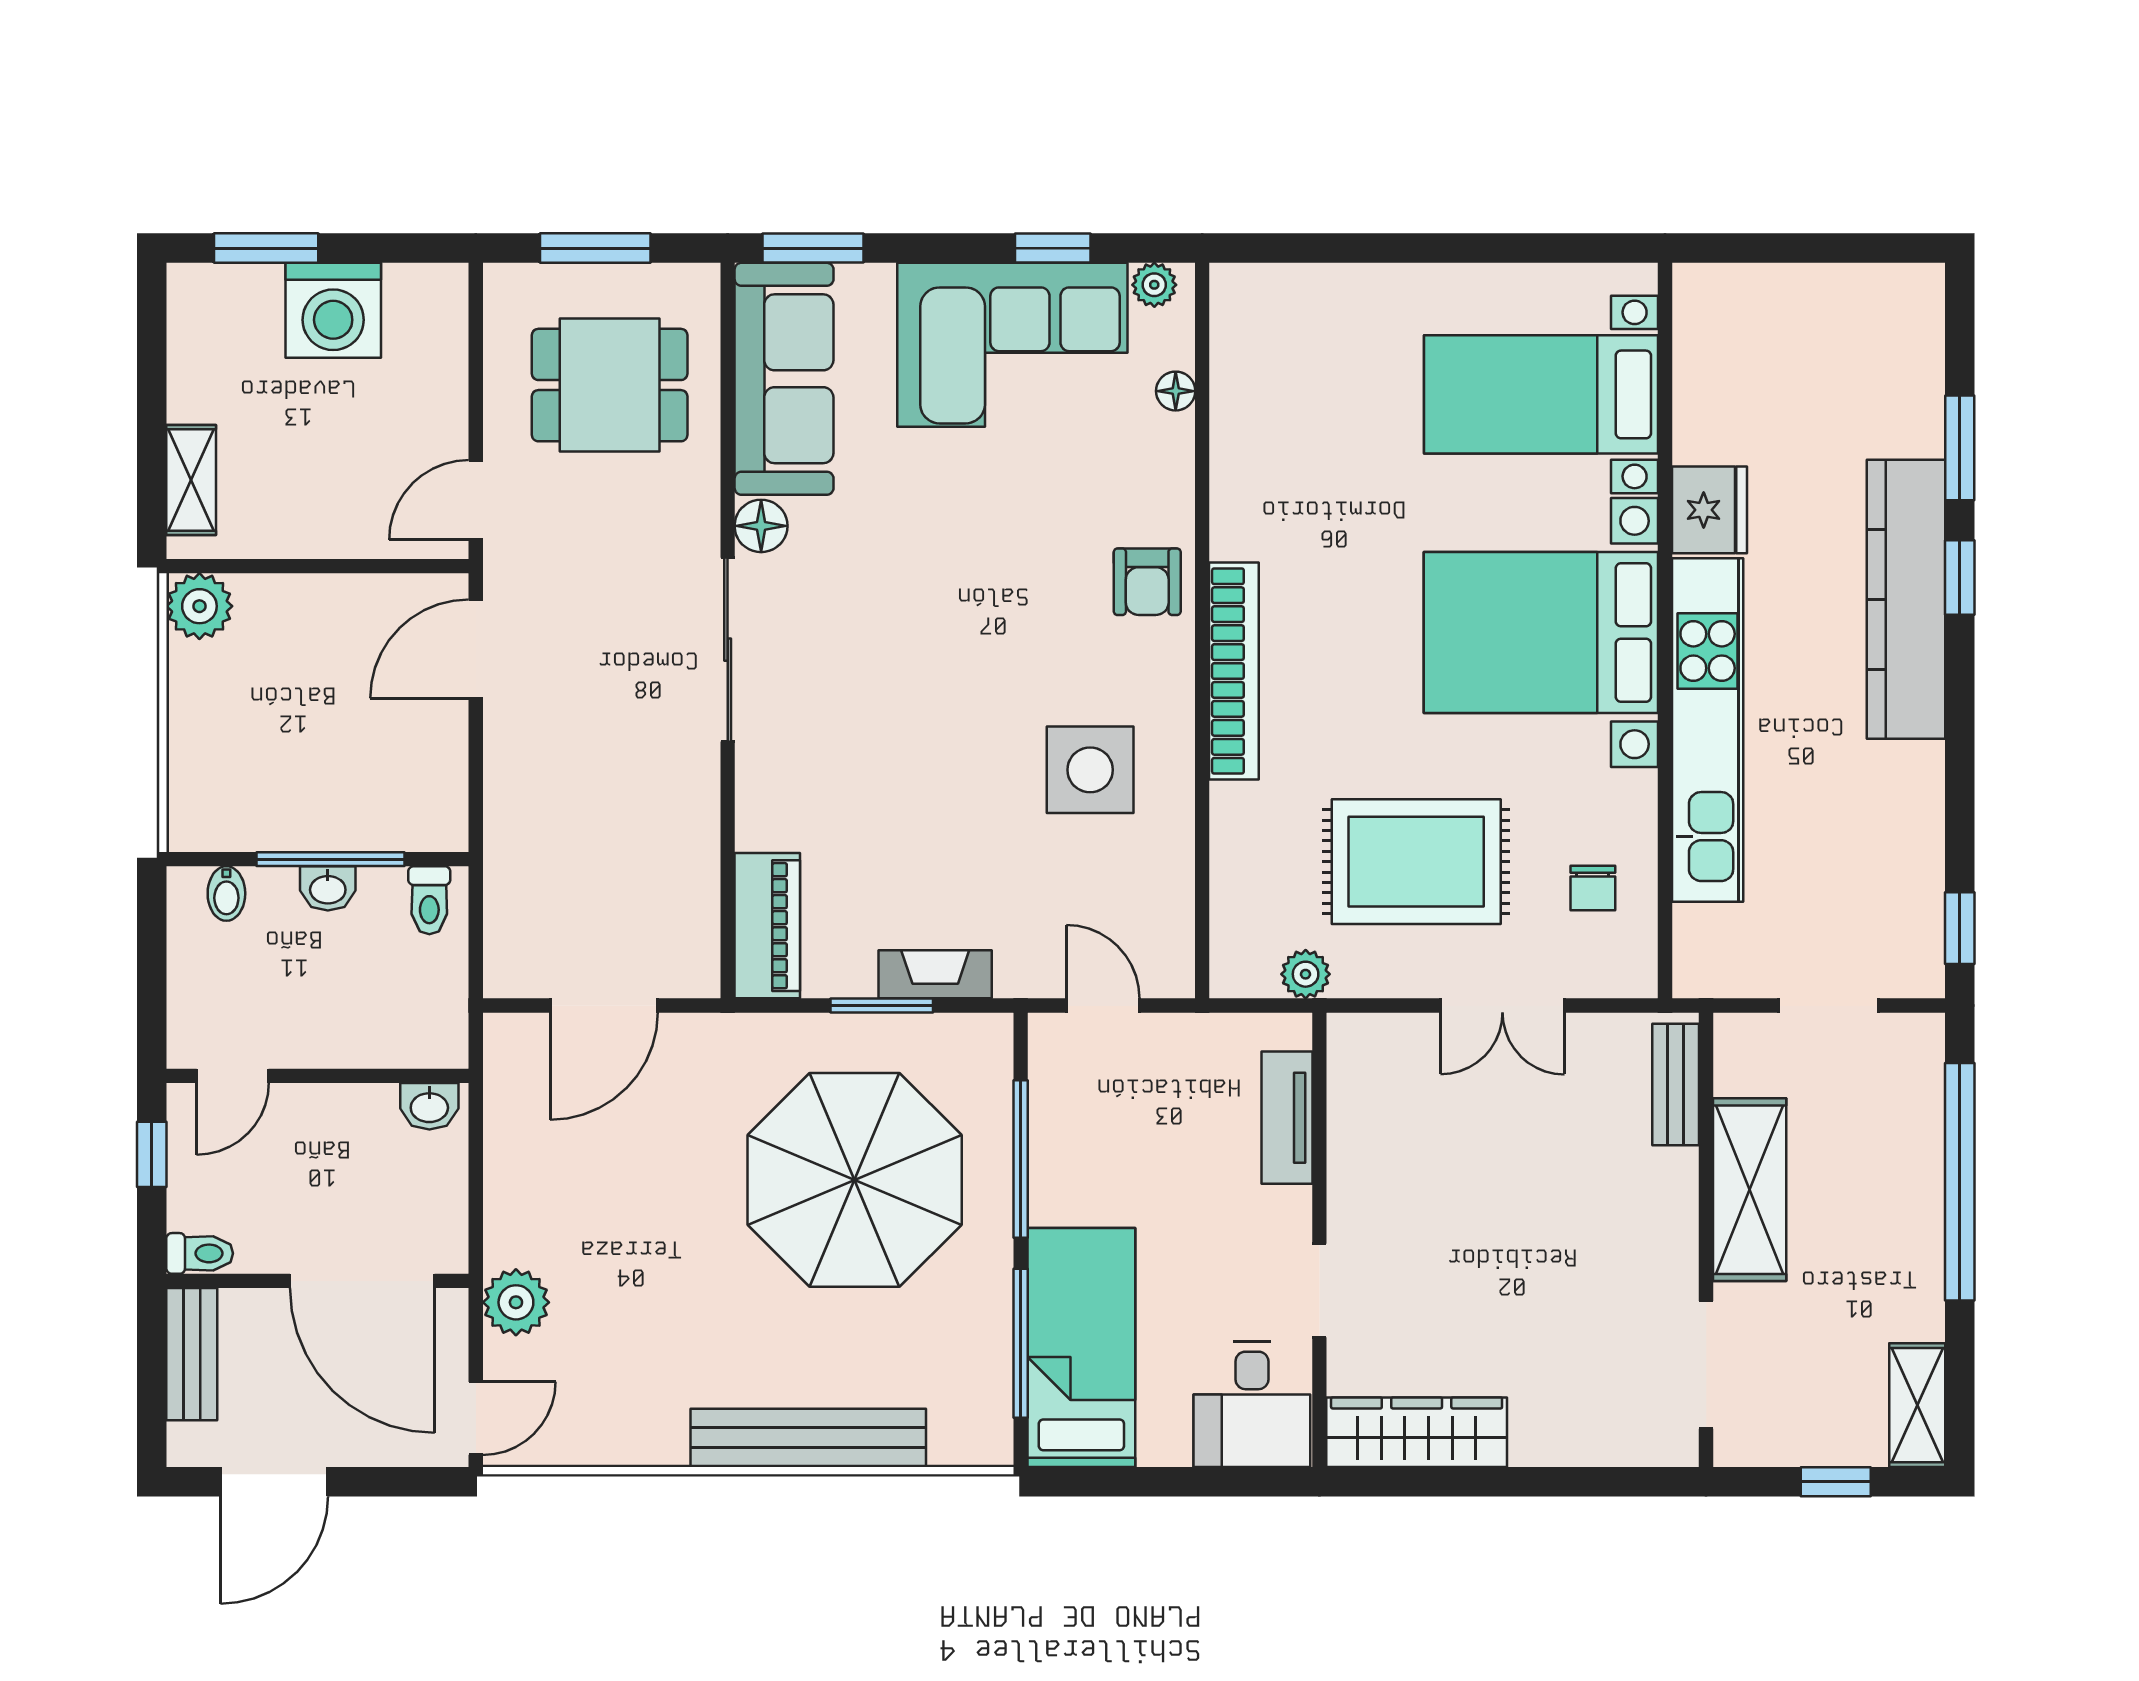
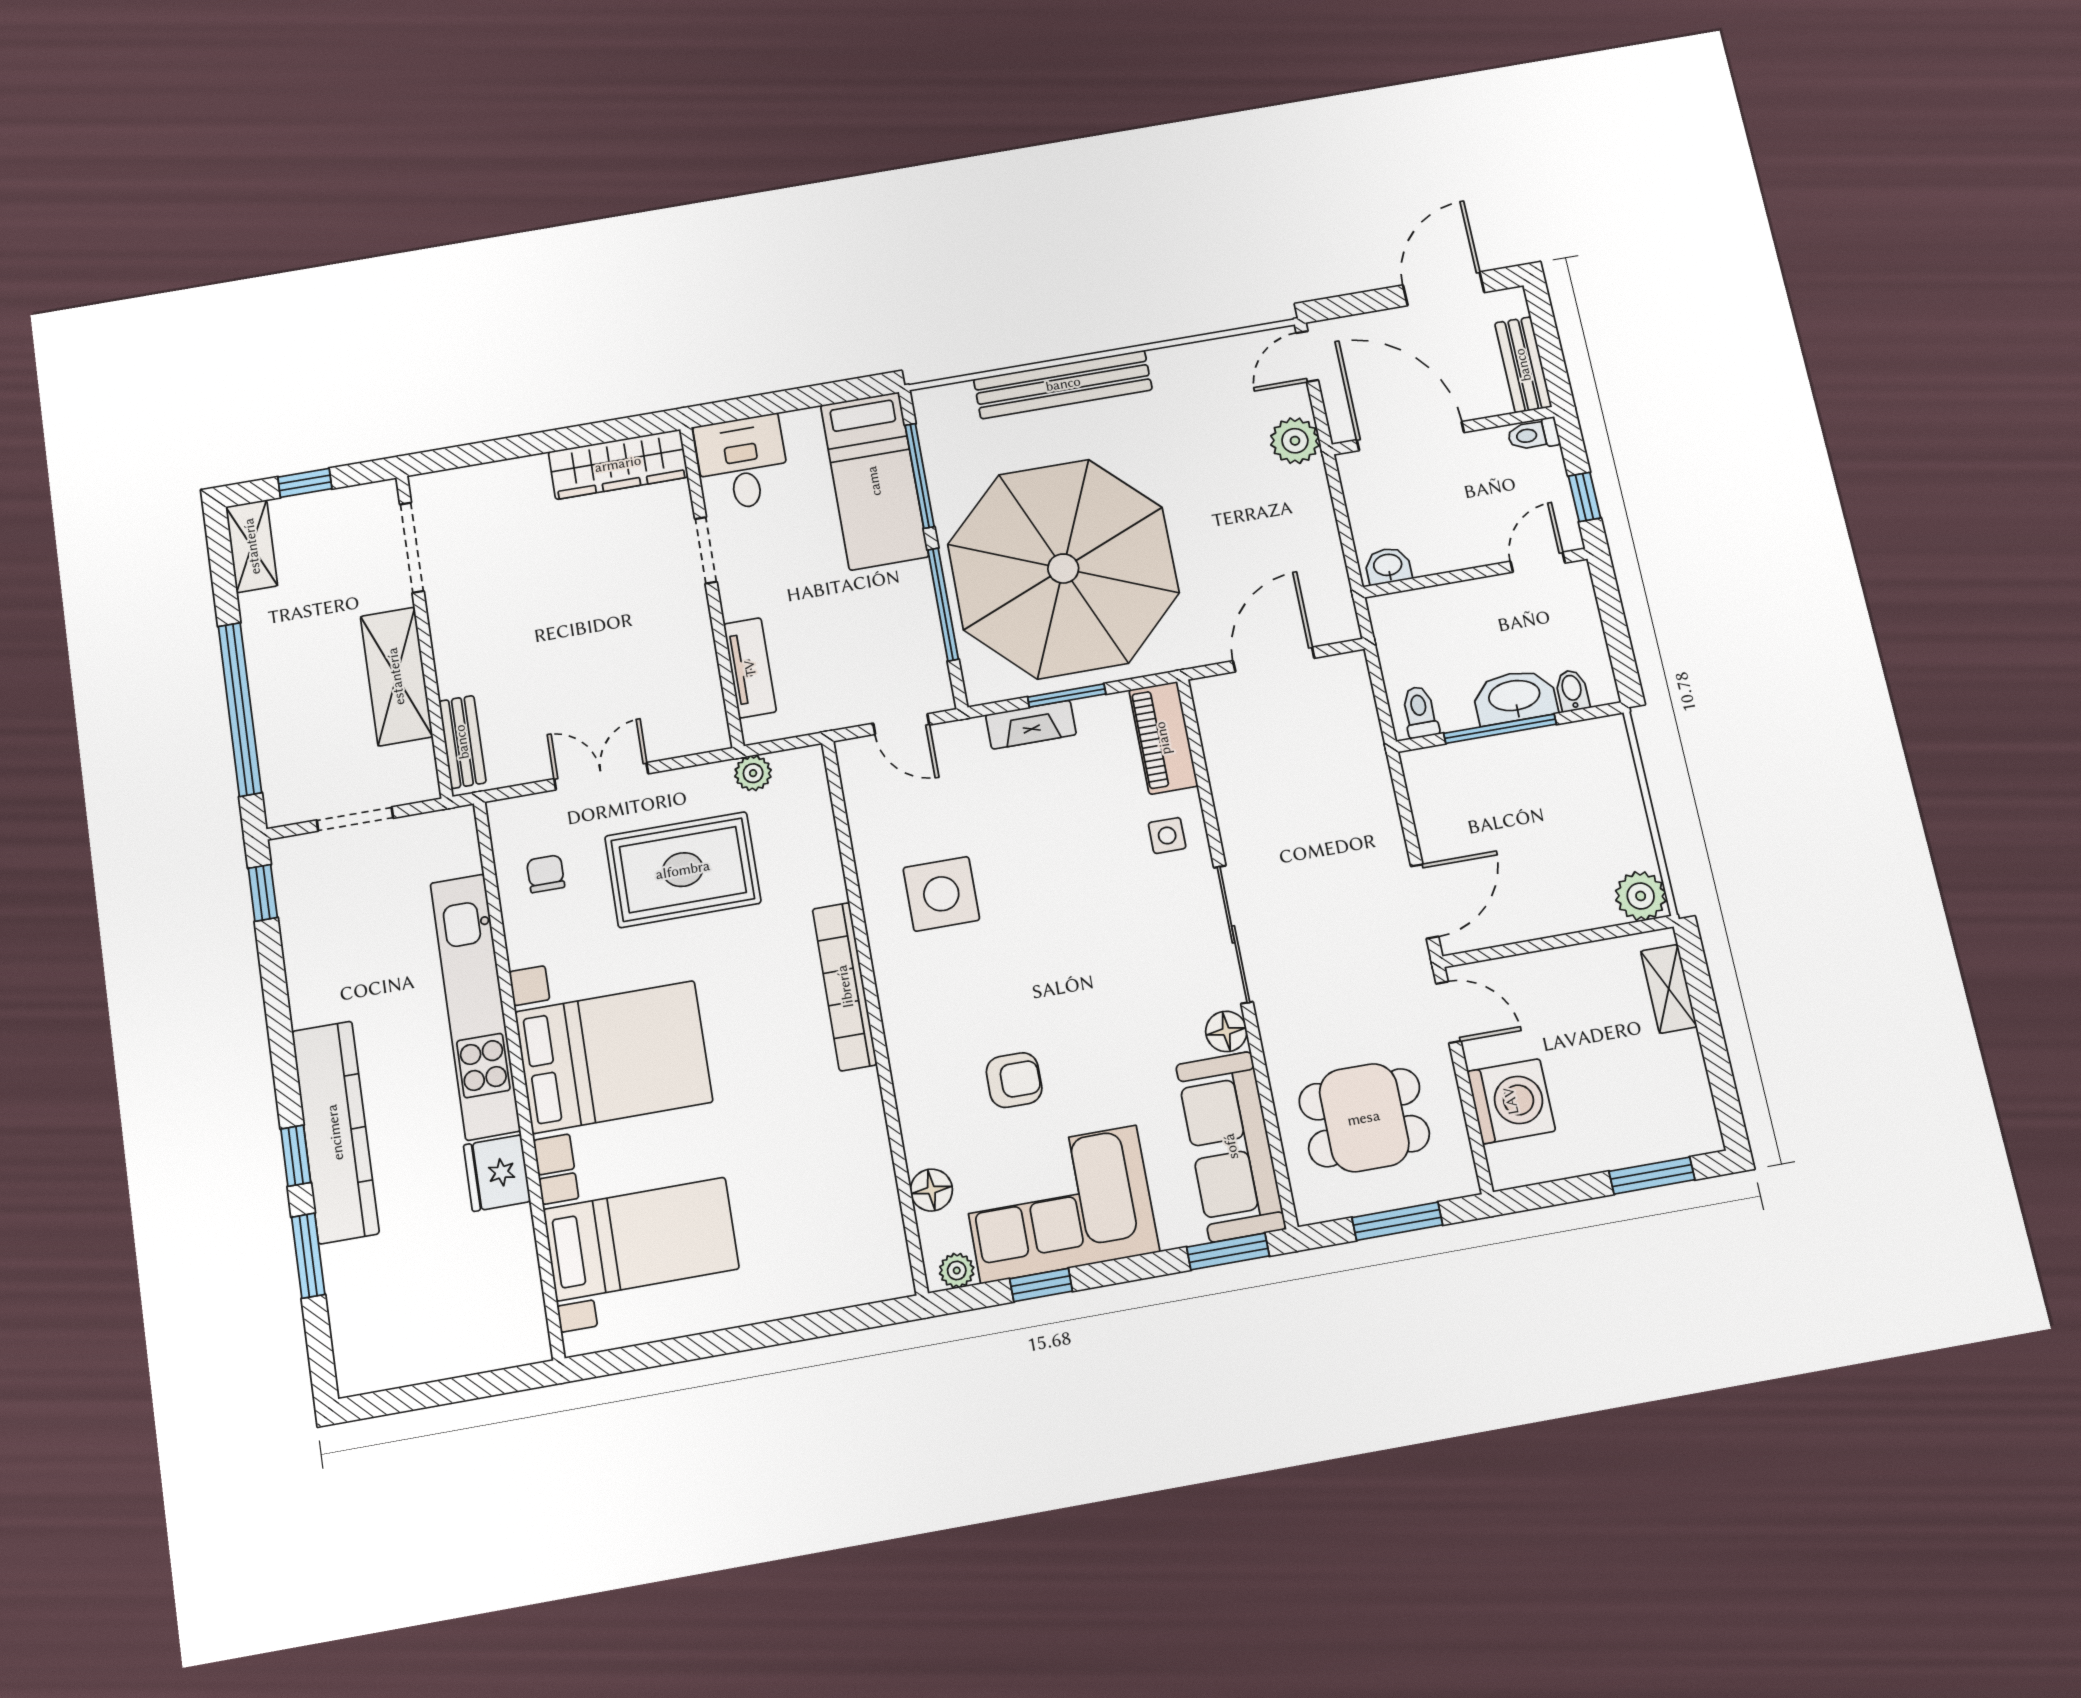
washing machine: (333, 310) -> (1511, 1101), moved, turned 90
floor lamp: (1176, 391) -> (931, 1190), width x1.37, depth x1.37
door: (476, 500) -> (1448, 1012), hinge flipped
armchair: (1147, 582) -> (1014, 1080), moved, turned 90
side table: (787, 795) -> (1167, 836), added
washbasin: (328, 888) -> (1515, 697), width x1.91, depth x1.45
parasol: (855, 1180) -> (1063, 569), width x1.36, depth x1.36

